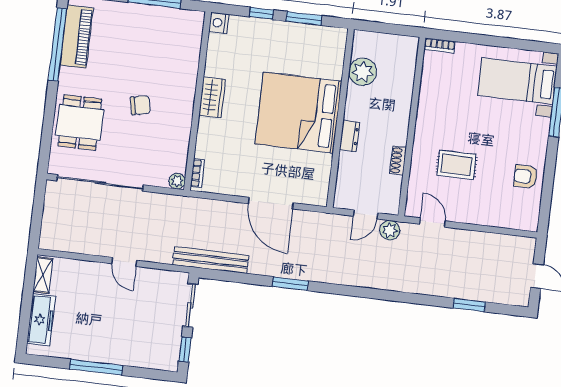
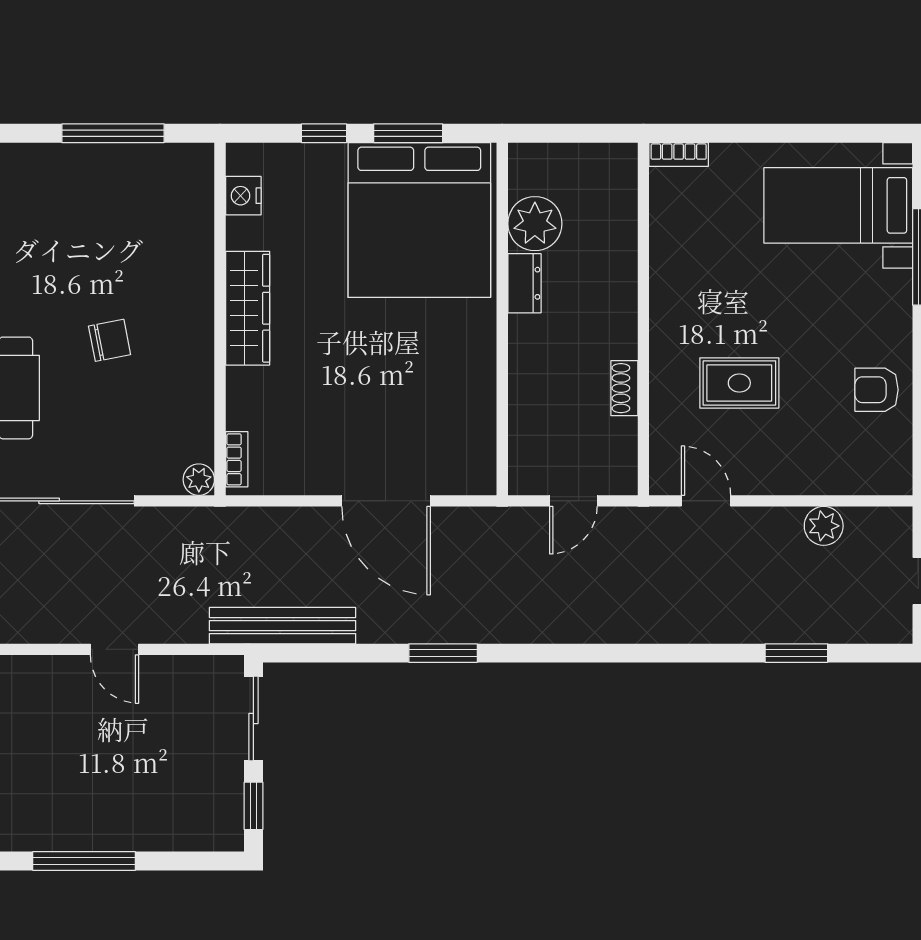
nightstand: (219, 23) -> (243, 196), moved
wardrobe: (212, 97) -> (248, 308), width x1.50
bed: (298, 113) -> (419, 220), moved, turned -90
dresser: (350, 136) -> (524, 283), moved
plant: (390, 230) -> (824, 526), moved

